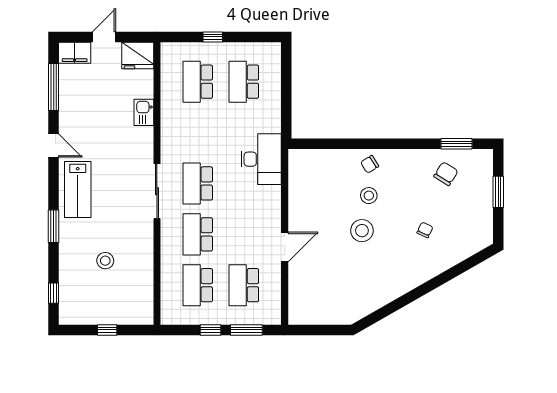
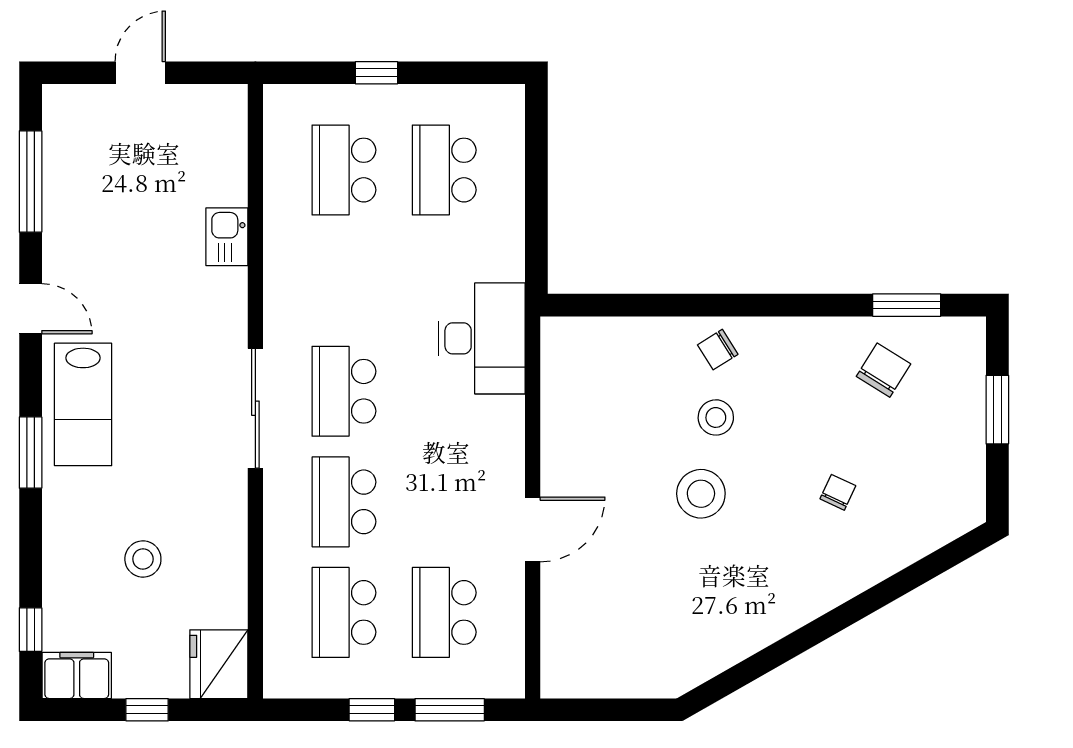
filing cabinet: (75, 53) -> (77, 675), moved, turned 180
fridge: (138, 55) -> (219, 664), moved, turned 90
window: (54, 226) -> (31, 453), moved

